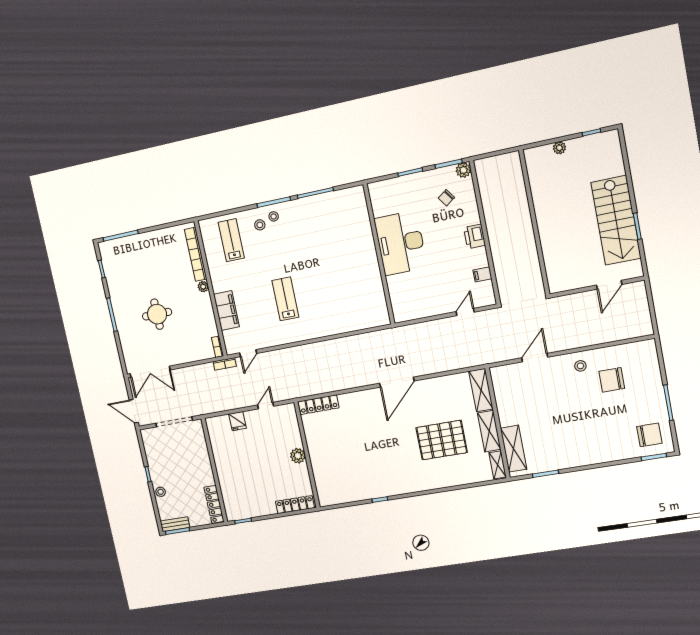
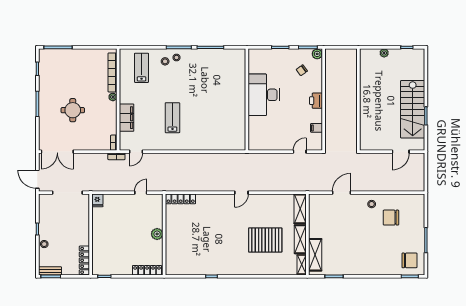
door: (397, 382) -> (241, 193), width x0.53
fridge: (237, 421) -> (97, 200), moved

